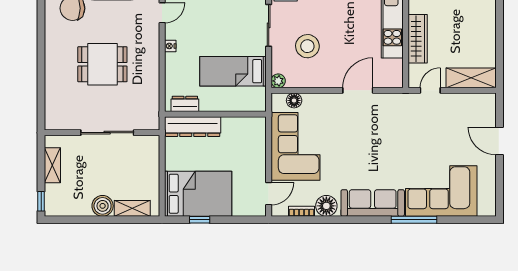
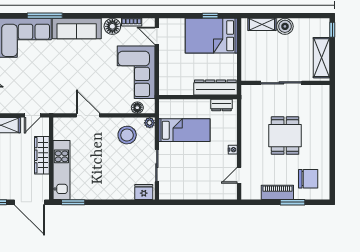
stool: (307, 46) -> (127, 135), moved
dining table: (102, 64) -> (285, 136), turned 90
door: (358, 90) -> (88, 115), swing flipped
shelving: (52, 165) -> (322, 58), width x1.50, depth x1.33
door: (269, 194) -> (157, 36), hinge flipped

